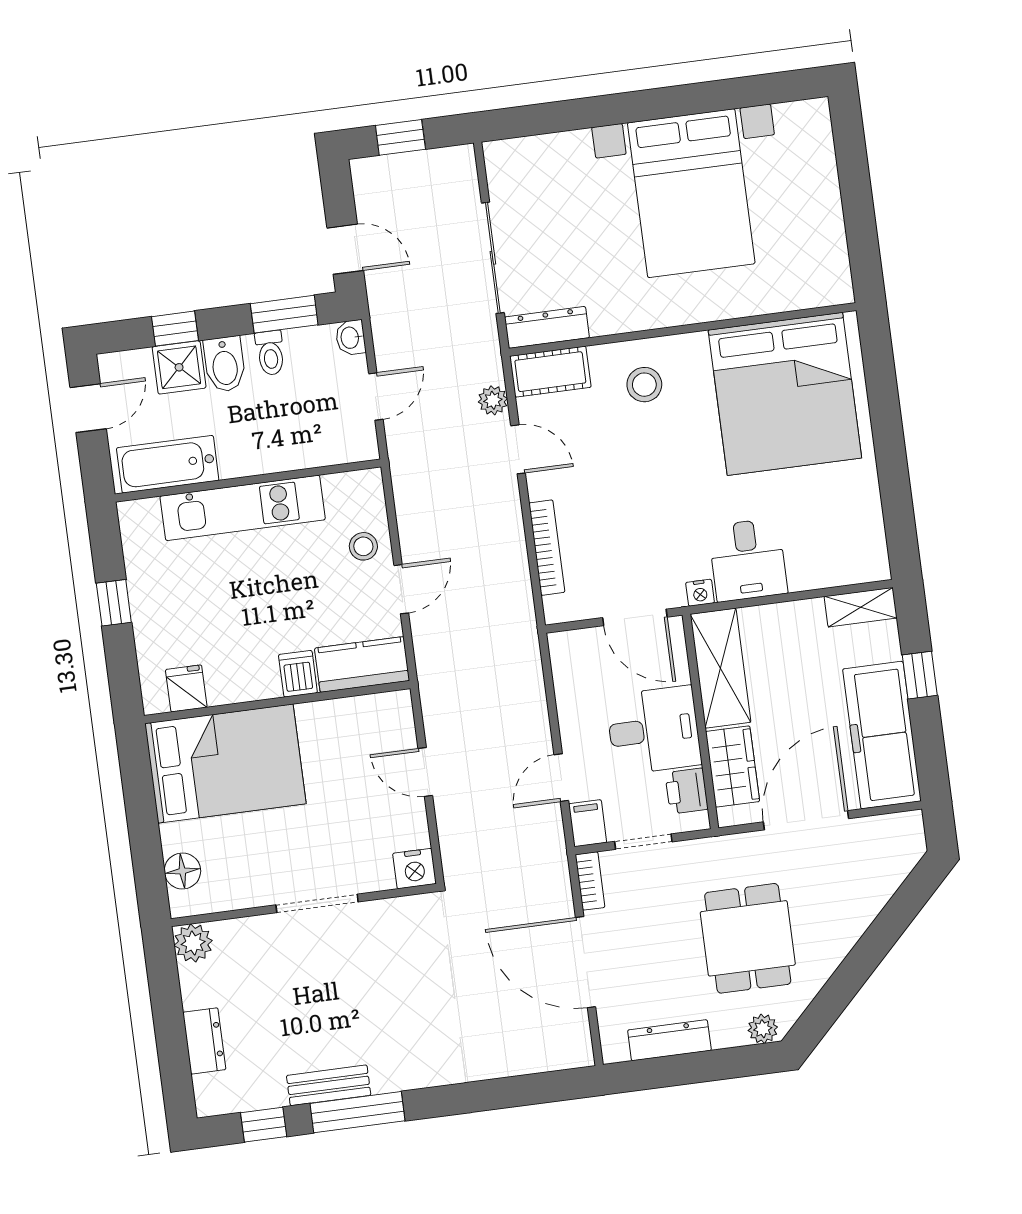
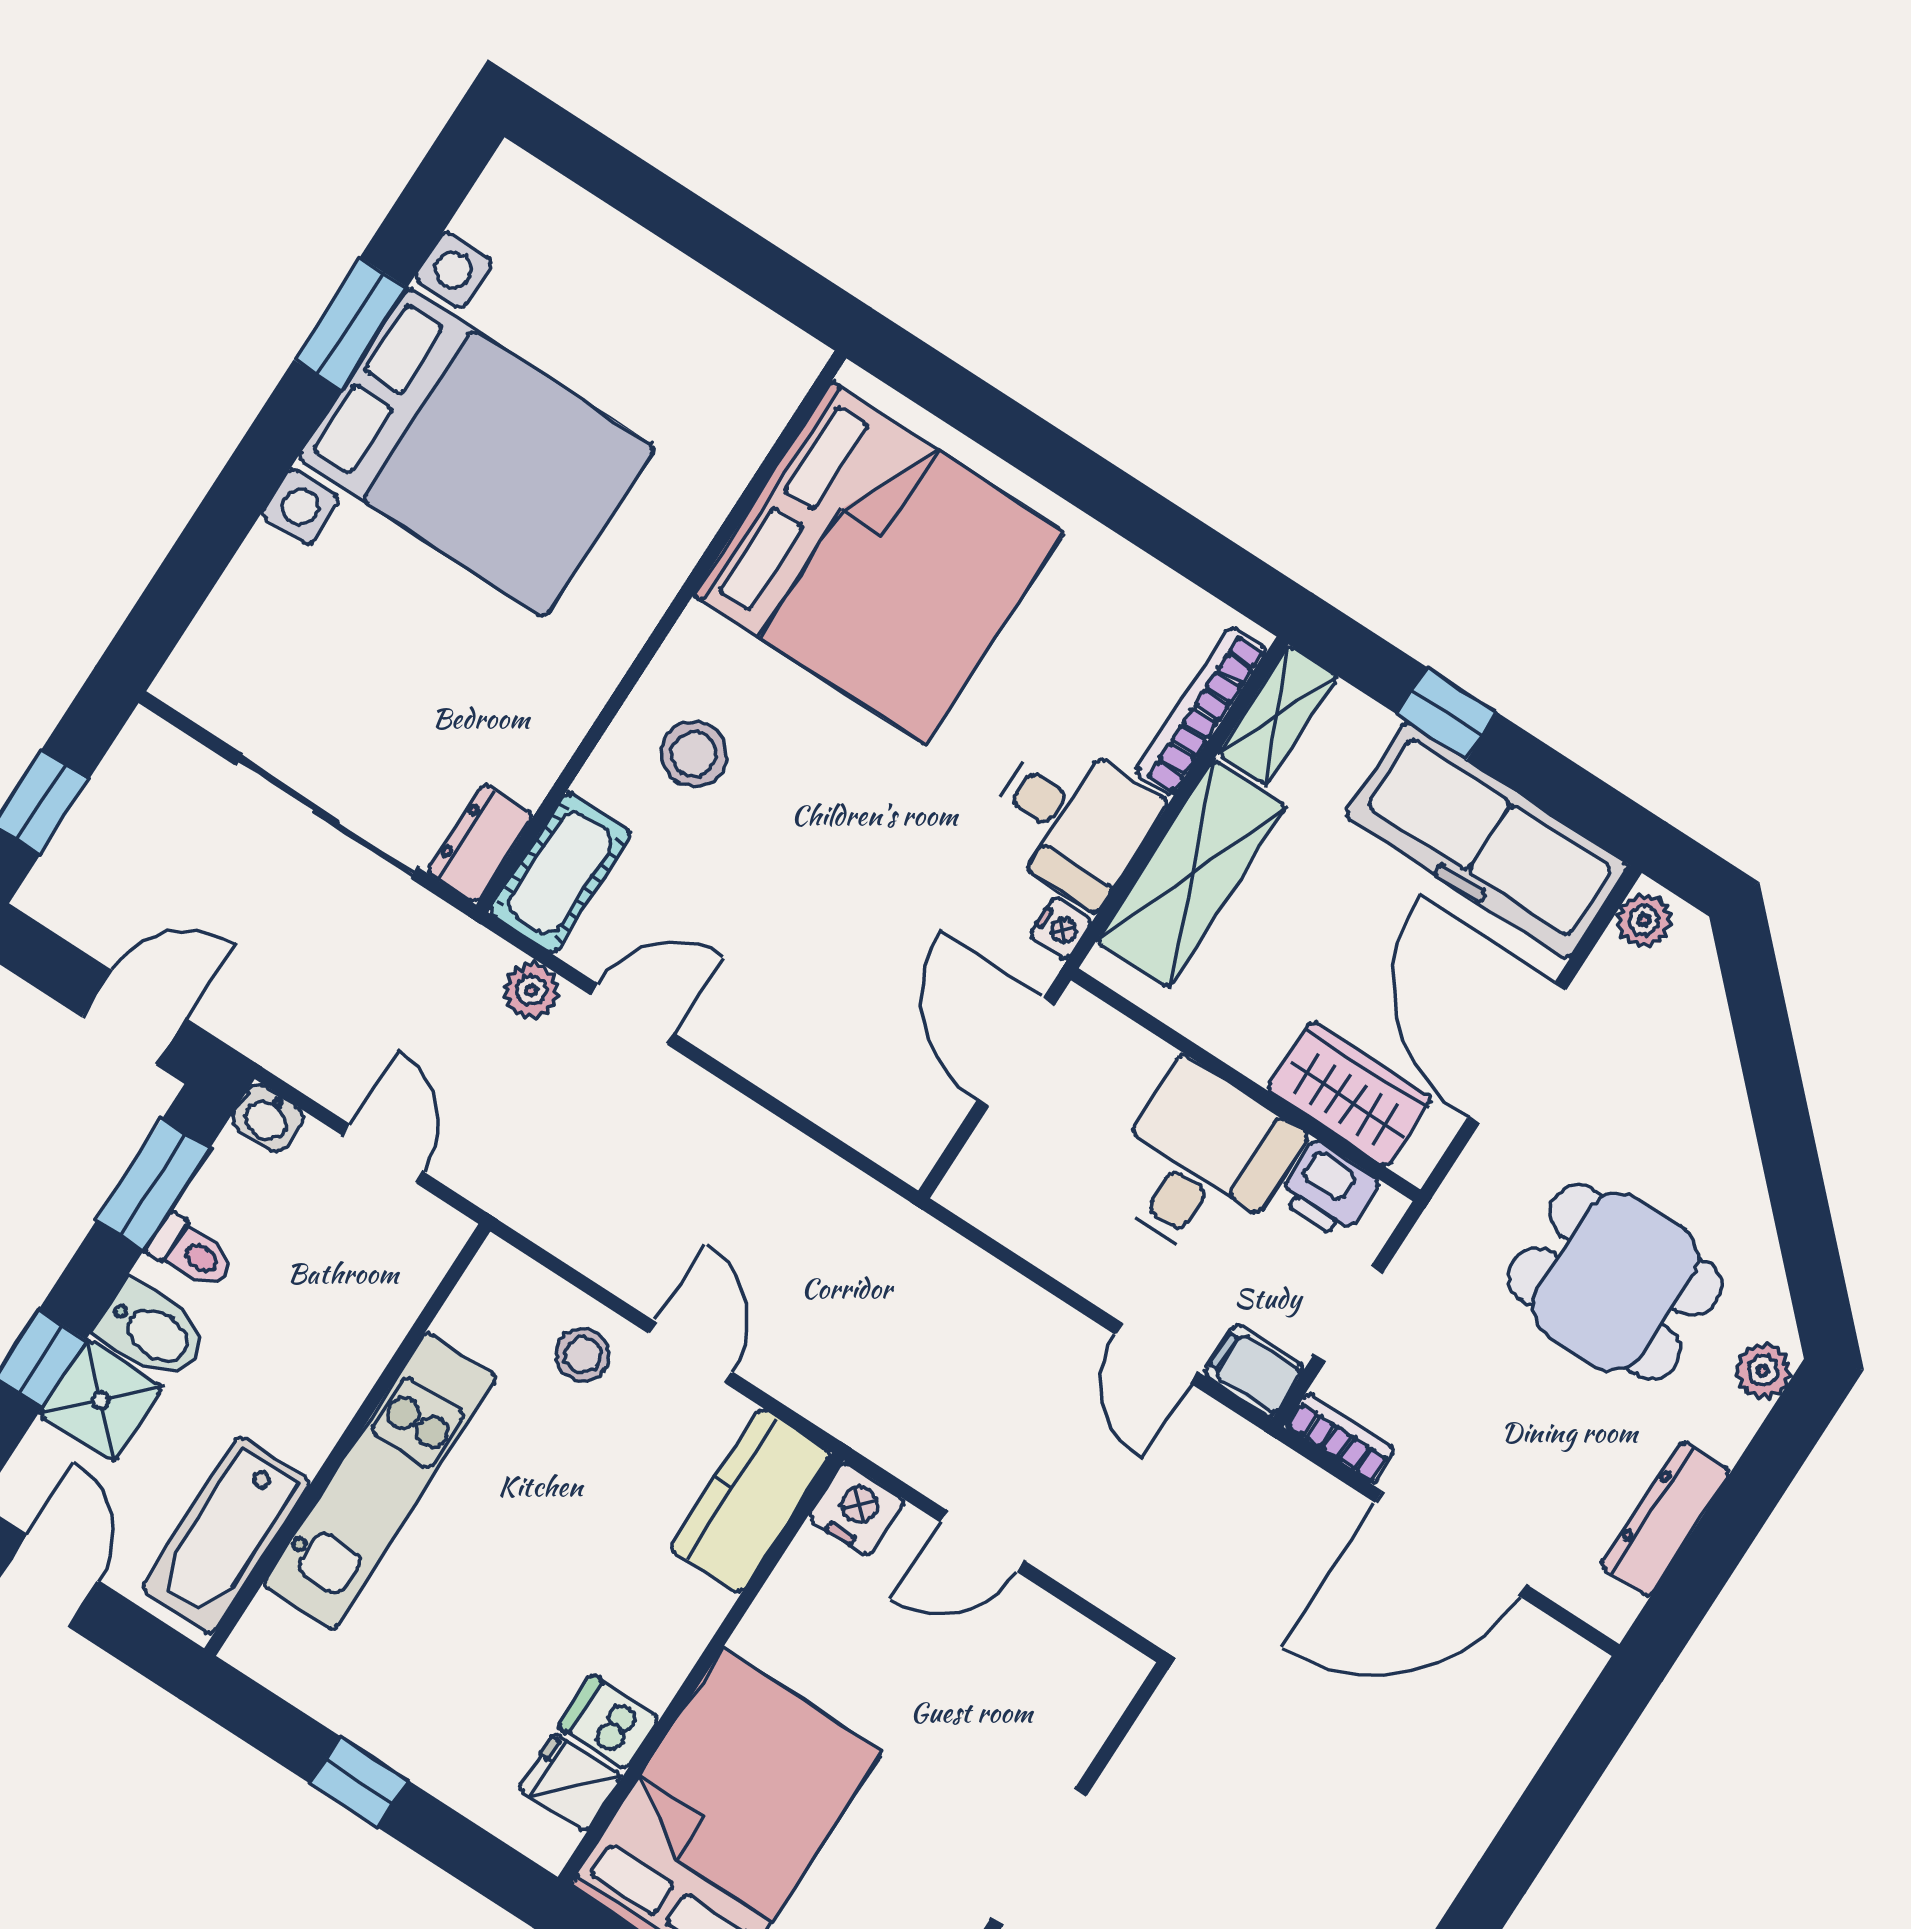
window: (700, 98) -> (350, 324), added
dresser: (547, 327) -> (480, 843), width x0.70
bookcase: (547, 548) -> (1201, 711), moved, turned -90
door: (635, 617) -> (1016, 1052), swing flipped
shelving: (720, 668) -> (1192, 874), moved, turned 90
dishwasher: (298, 674) -> (609, 1722), moved
plant: (904, 826) -> (1644, 920), added
nightstand: (414, 869) -> (857, 1509), moved, turned -90

